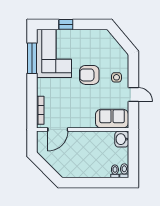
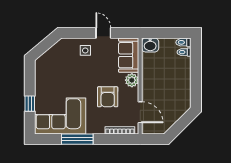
window: (32, 58) -> (77, 139), moved
armchair: (89, 75) -> (108, 97), moved
door: (133, 94) -> (103, 33), hinge flipped
plant: (88, 122) -> (132, 80), added

